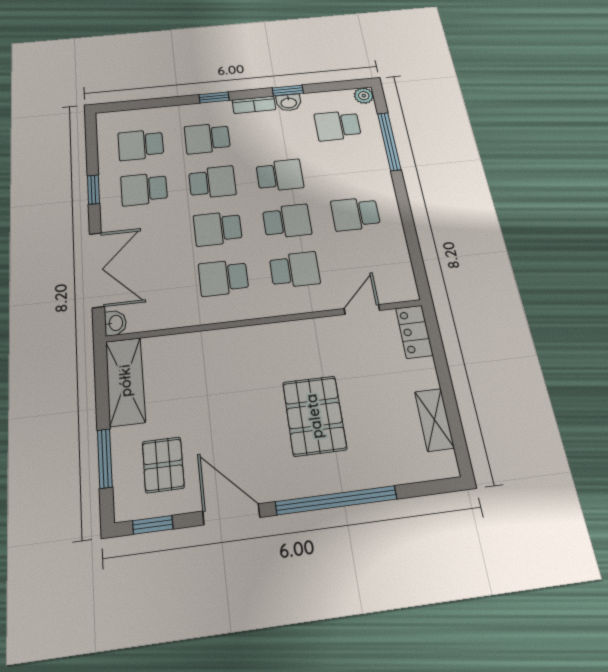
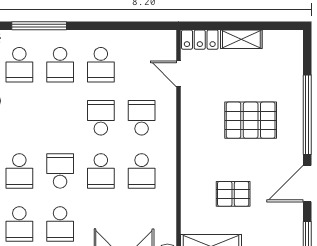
school desk: (280, 175) -> (60, 65), moved, turned 180
shelving: (434, 420) -> (241, 39), moved
pallet: (163, 465) -> (233, 194), moved

